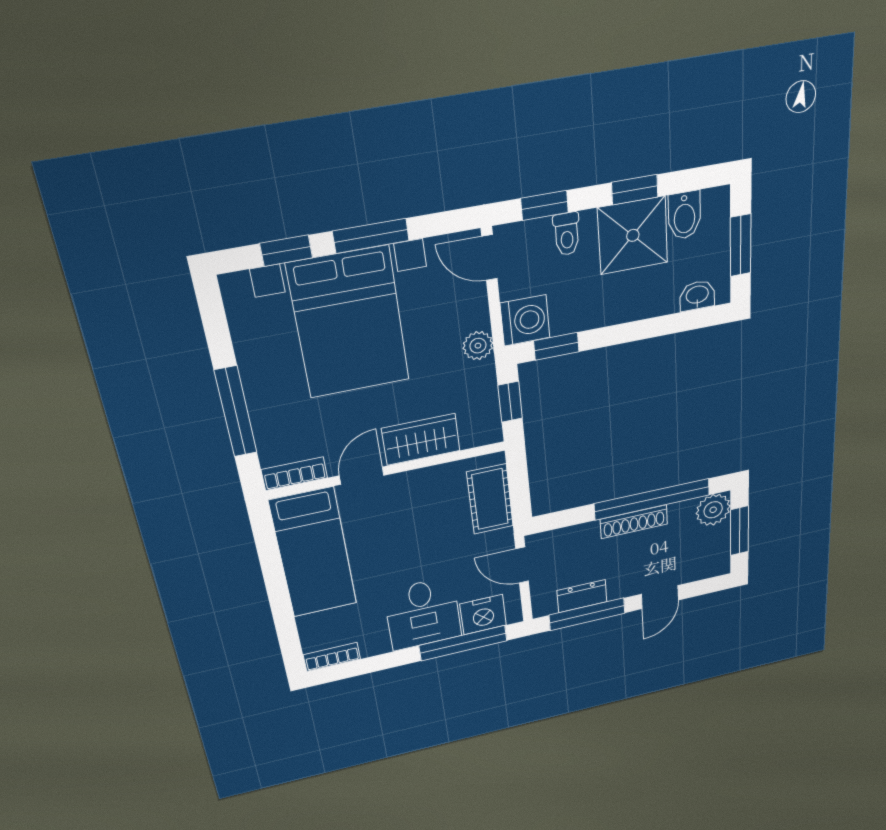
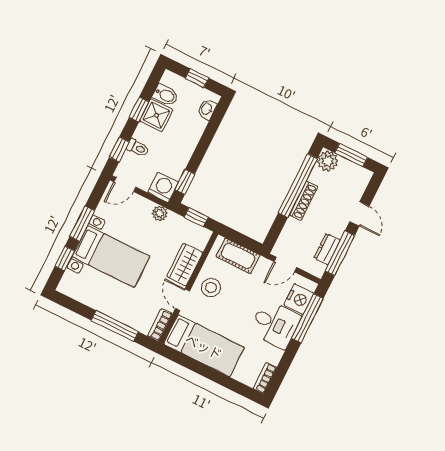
shower: (633, 235) -> (156, 115), width x0.73, depth x0.73
window: (741, 245) -> (197, 78), width x0.67
bed with nightstands: (349, 323) -> (111, 256), width x0.73
stool: (413, 499) -> (211, 288), added

